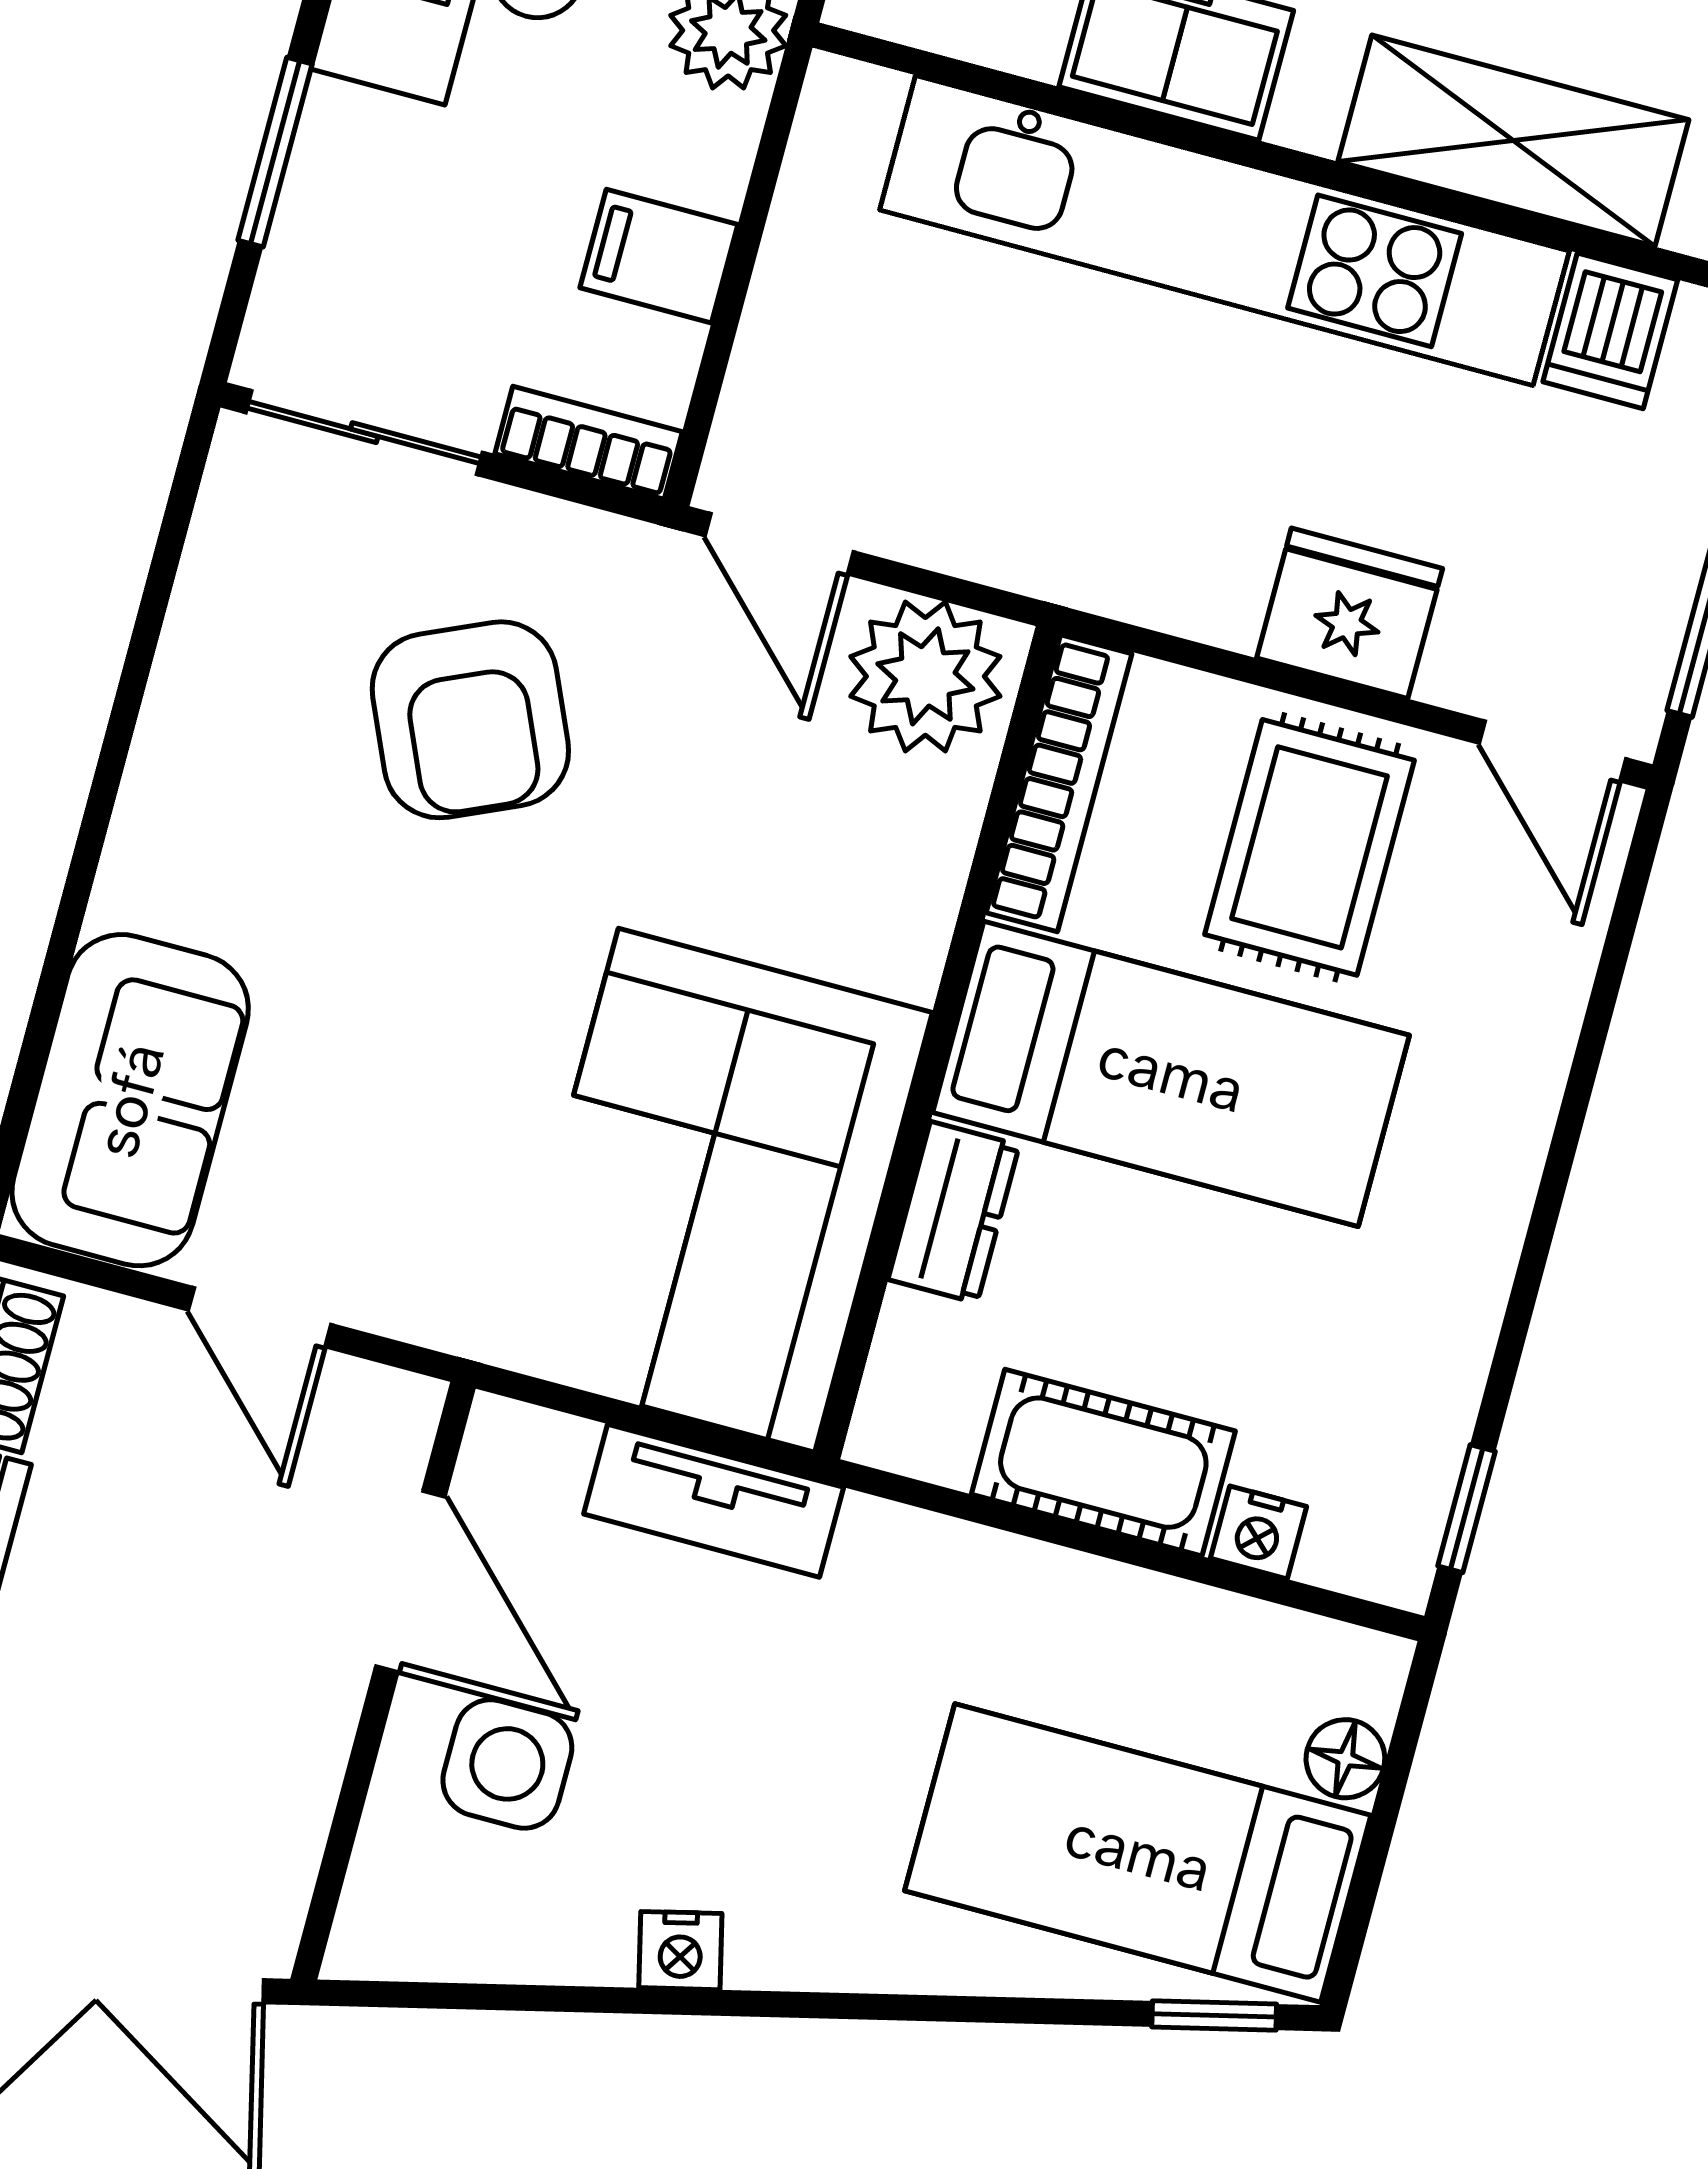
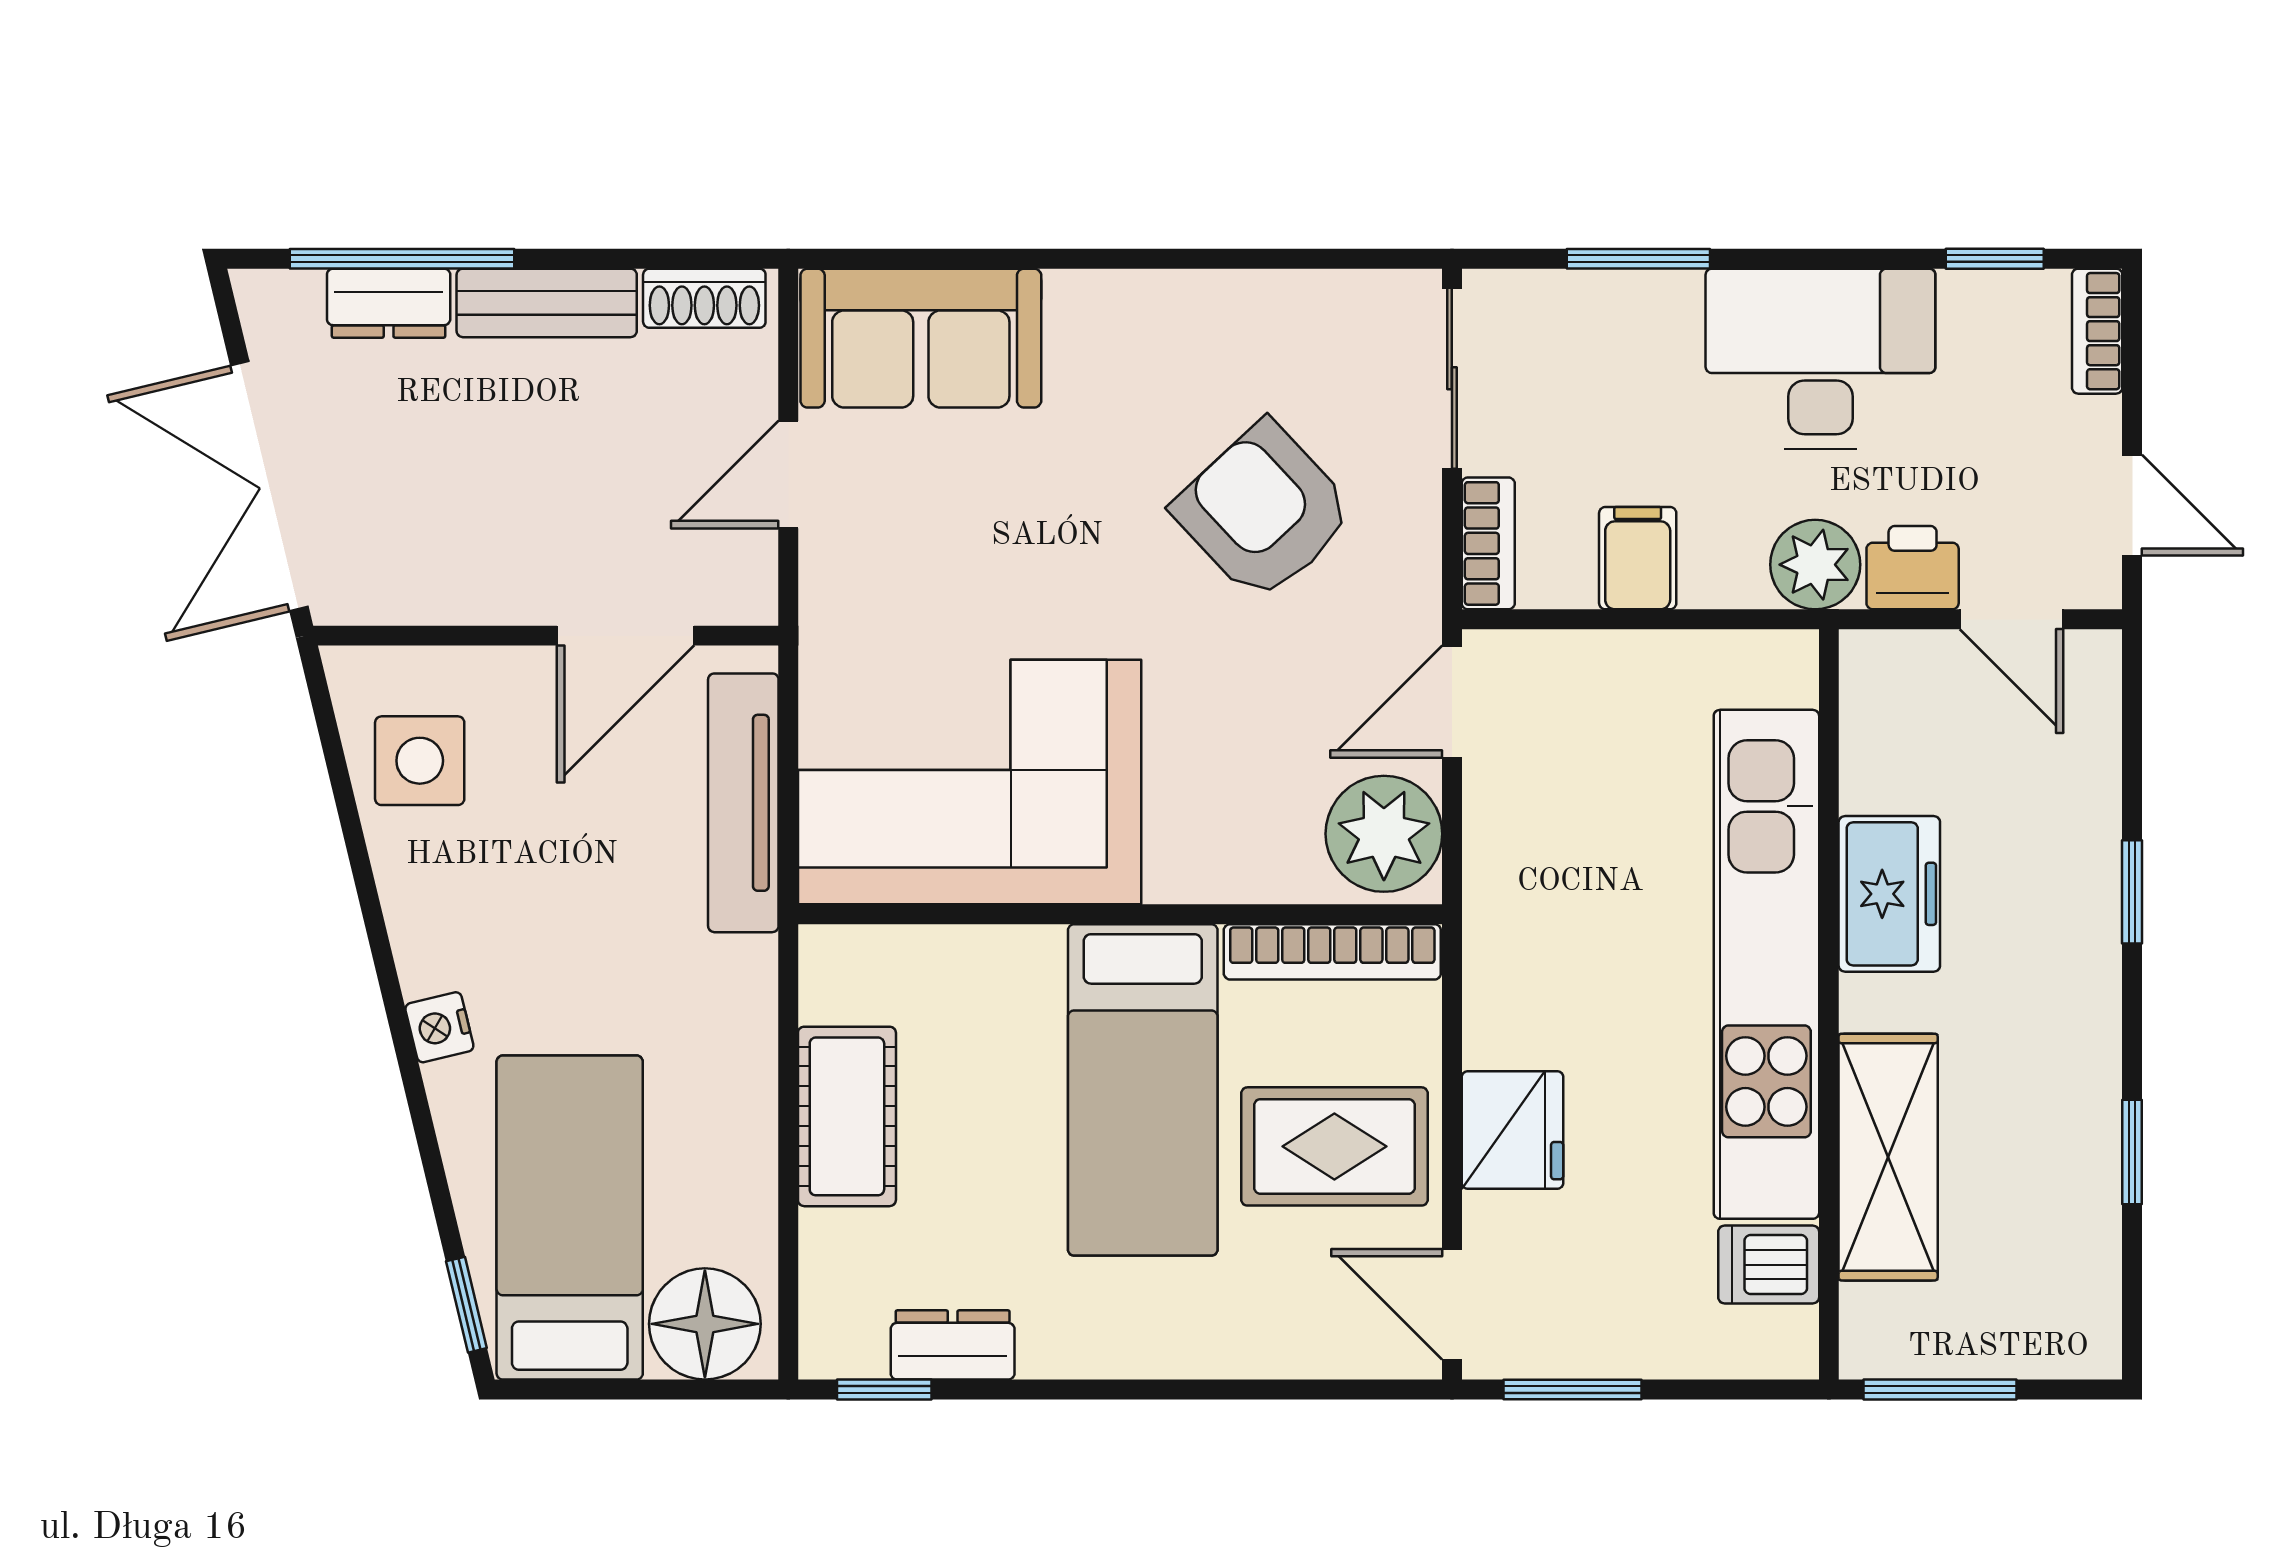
armchair: (470, 720) -> (1264, 511), turned 71
door: (1552, 751) -> (1452, 1304), hinge flipped
dresser: (954, 1212) -> (953, 1345), moved, turned 180
tv unit: (714, 1501) -> (743, 803), width x1.41
nightstand: (1258, 1532) -> (826, 1243), removed
floor lamp: (1345, 1759) -> (705, 1324), width x1.89, depth x1.89
side table: (507, 1764) -> (420, 761), moved
nightstand: (680, 1951) -> (439, 1027), moved

